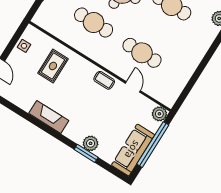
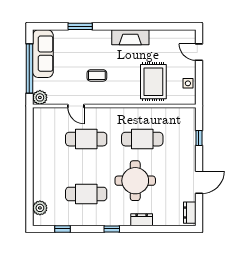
rug: (53, 66) -> (153, 82), width x1.36, depth x1.43
coffee table: (104, 80) -> (97, 75), moved
plant: (91, 143) -> (82, 37), removed

